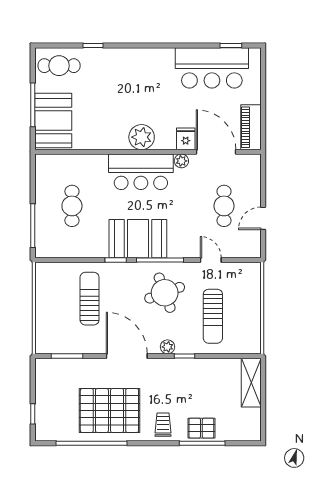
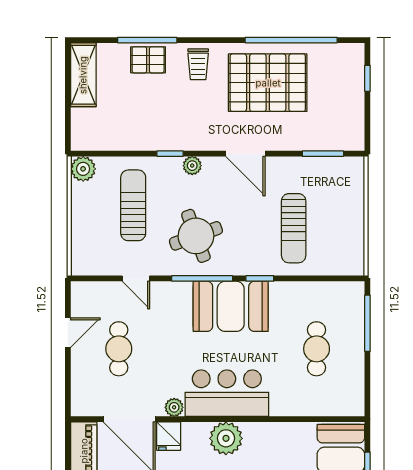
plant: (251, 344) -> (83, 169), added
door: (127, 356) -> (245, 154), width x0.73
shelving: (251, 383) -> (83, 75), moved

